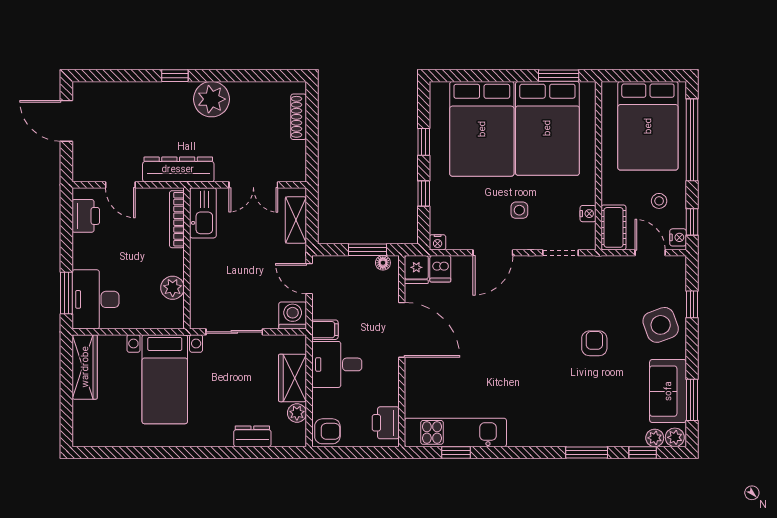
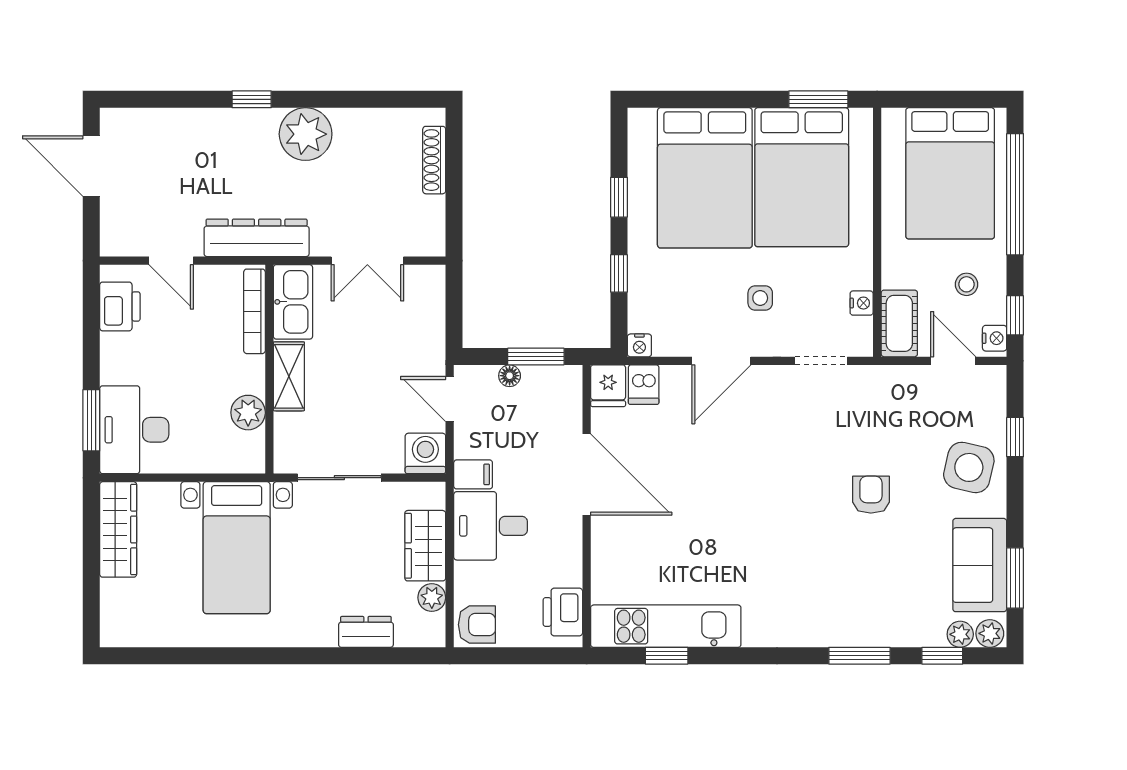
shelving: (296, 220) -> (289, 376), moved
floor lamp: (383, 263) -> (510, 376), moved
side table: (661, 325) -> (969, 467), turned 33

